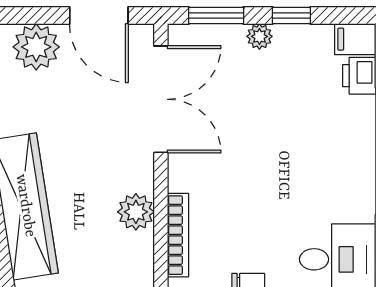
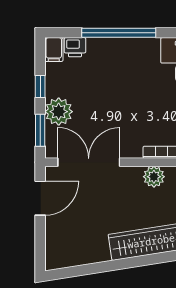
plant: (259, 36) -> (59, 112), width x1.88, depth x1.88
plant: (36, 47) -> (58, 235), removed

